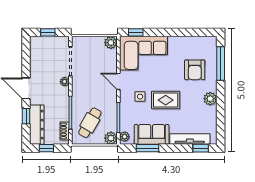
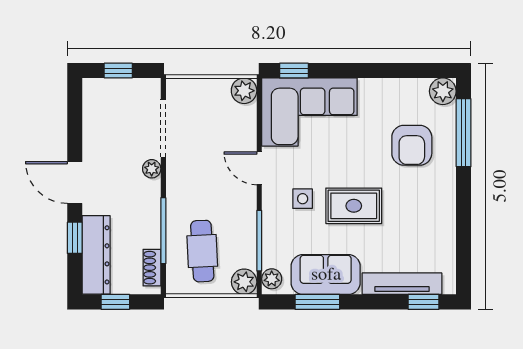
plant: (210, 99) -> (443, 91), moved
cafe table: (90, 123) -> (202, 251), turned -33

